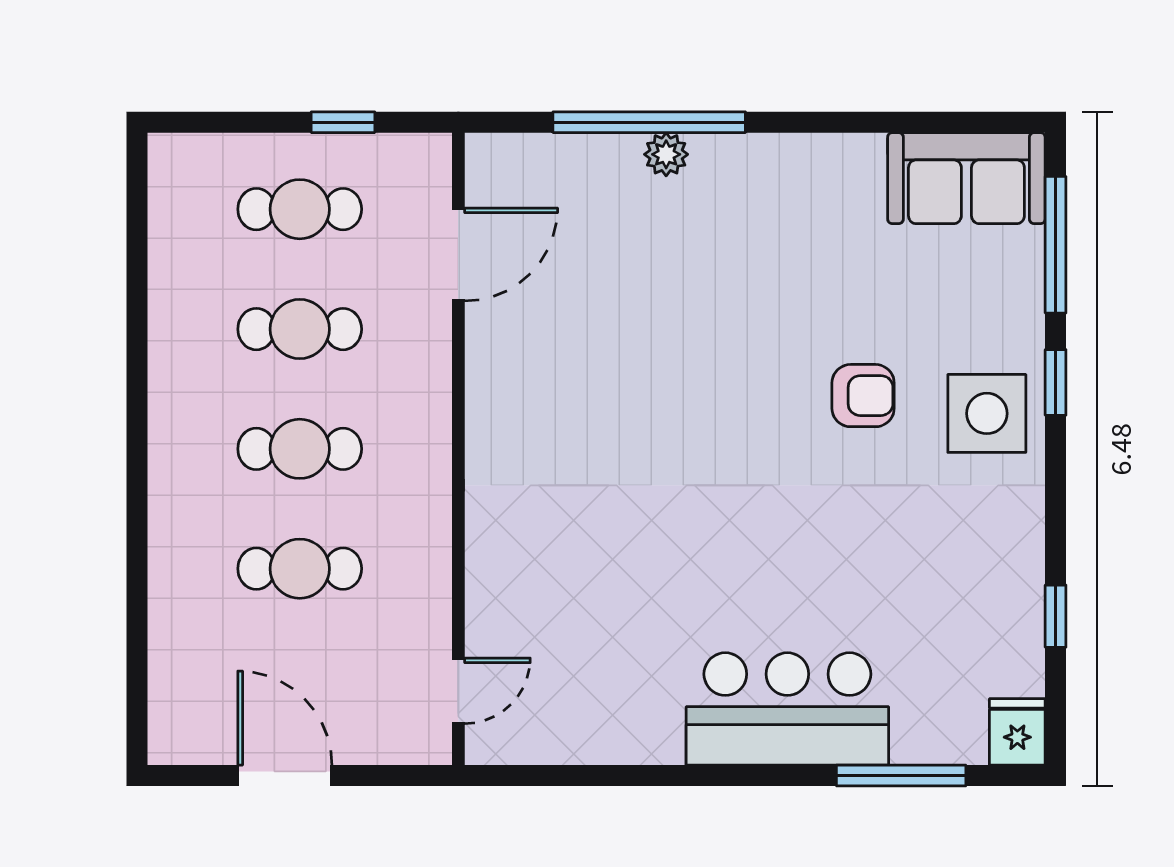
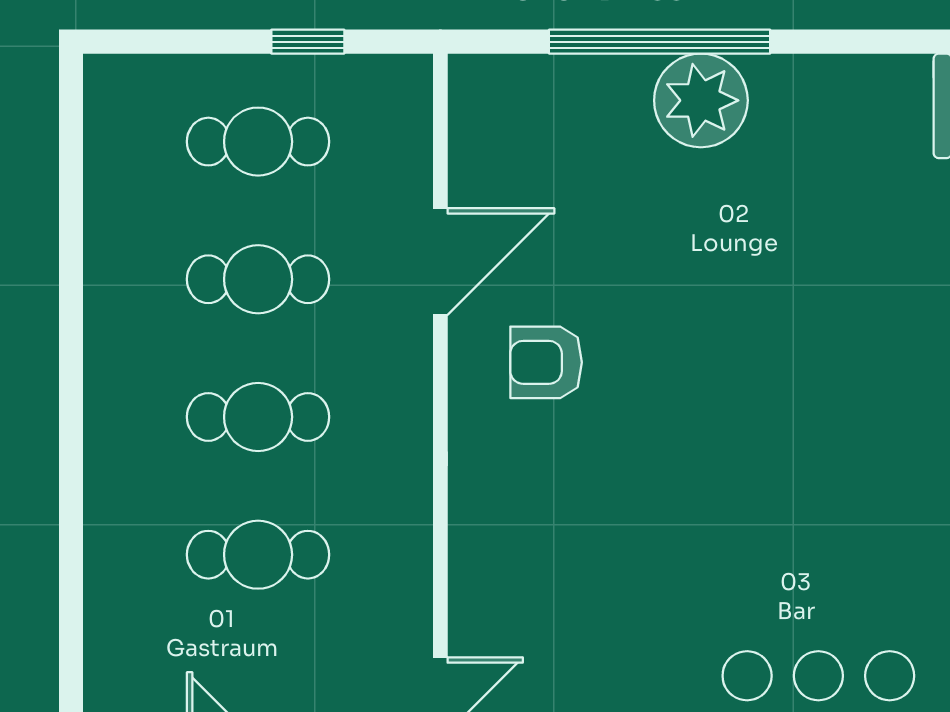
plant: (666, 154) -> (701, 100), width x1.88, depth x1.88
door: (458, 254) -> (440, 262), moved
armchair: (863, 396) -> (546, 362), moved, turned 180

